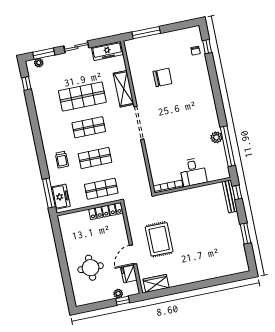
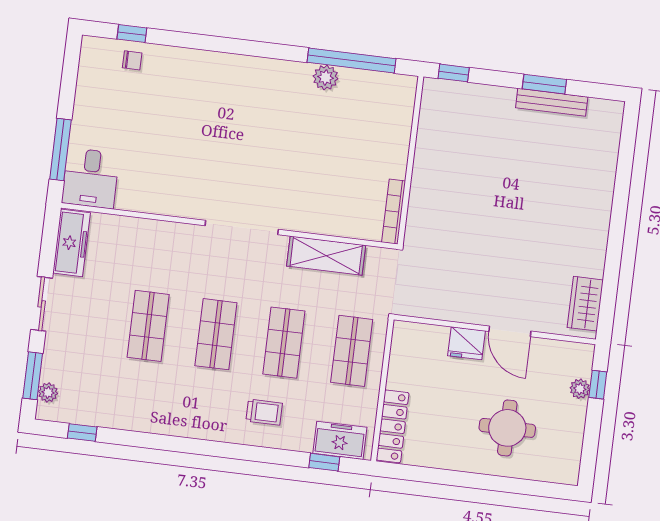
chair: (162, 77) -> (164, 147), removed
shelving: (124, 89) -> (326, 256), moved
shop shelf: (82, 97) -> (148, 326), width x0.70, depth x0.74
desk: (193, 172) -> (91, 178), moved, turned 90
window: (49, 193) -> (324, 462), width x0.46
bench: (230, 196) -> (552, 102), moved
locker: (106, 211) -> (393, 426), moved
rug: (159, 239) -> (496, 267), removed
fridge: (129, 274) -> (467, 343), moved

